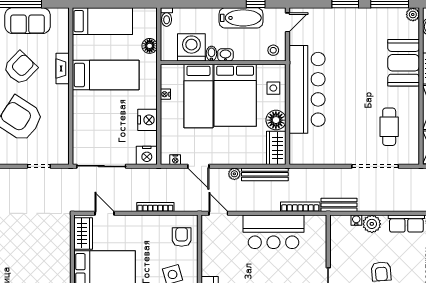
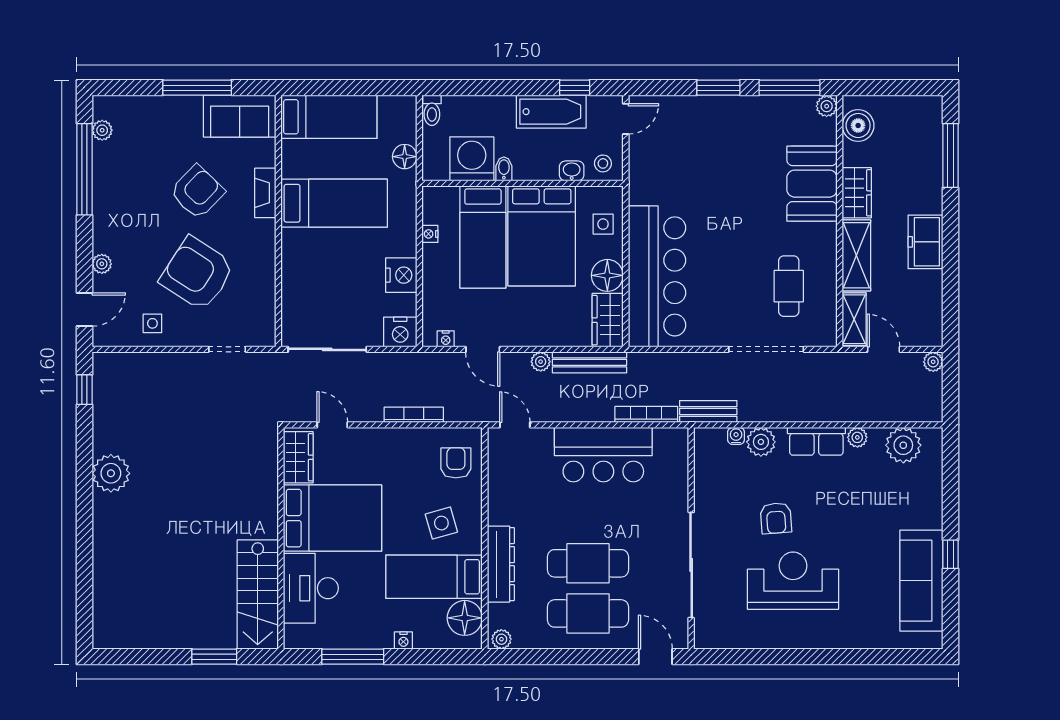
sofa: (28, 21) -> (240, 116), moved
washbasin: (225, 55) -> (572, 171), moved
bar counter: (307, 89) -> (657, 276), moved

